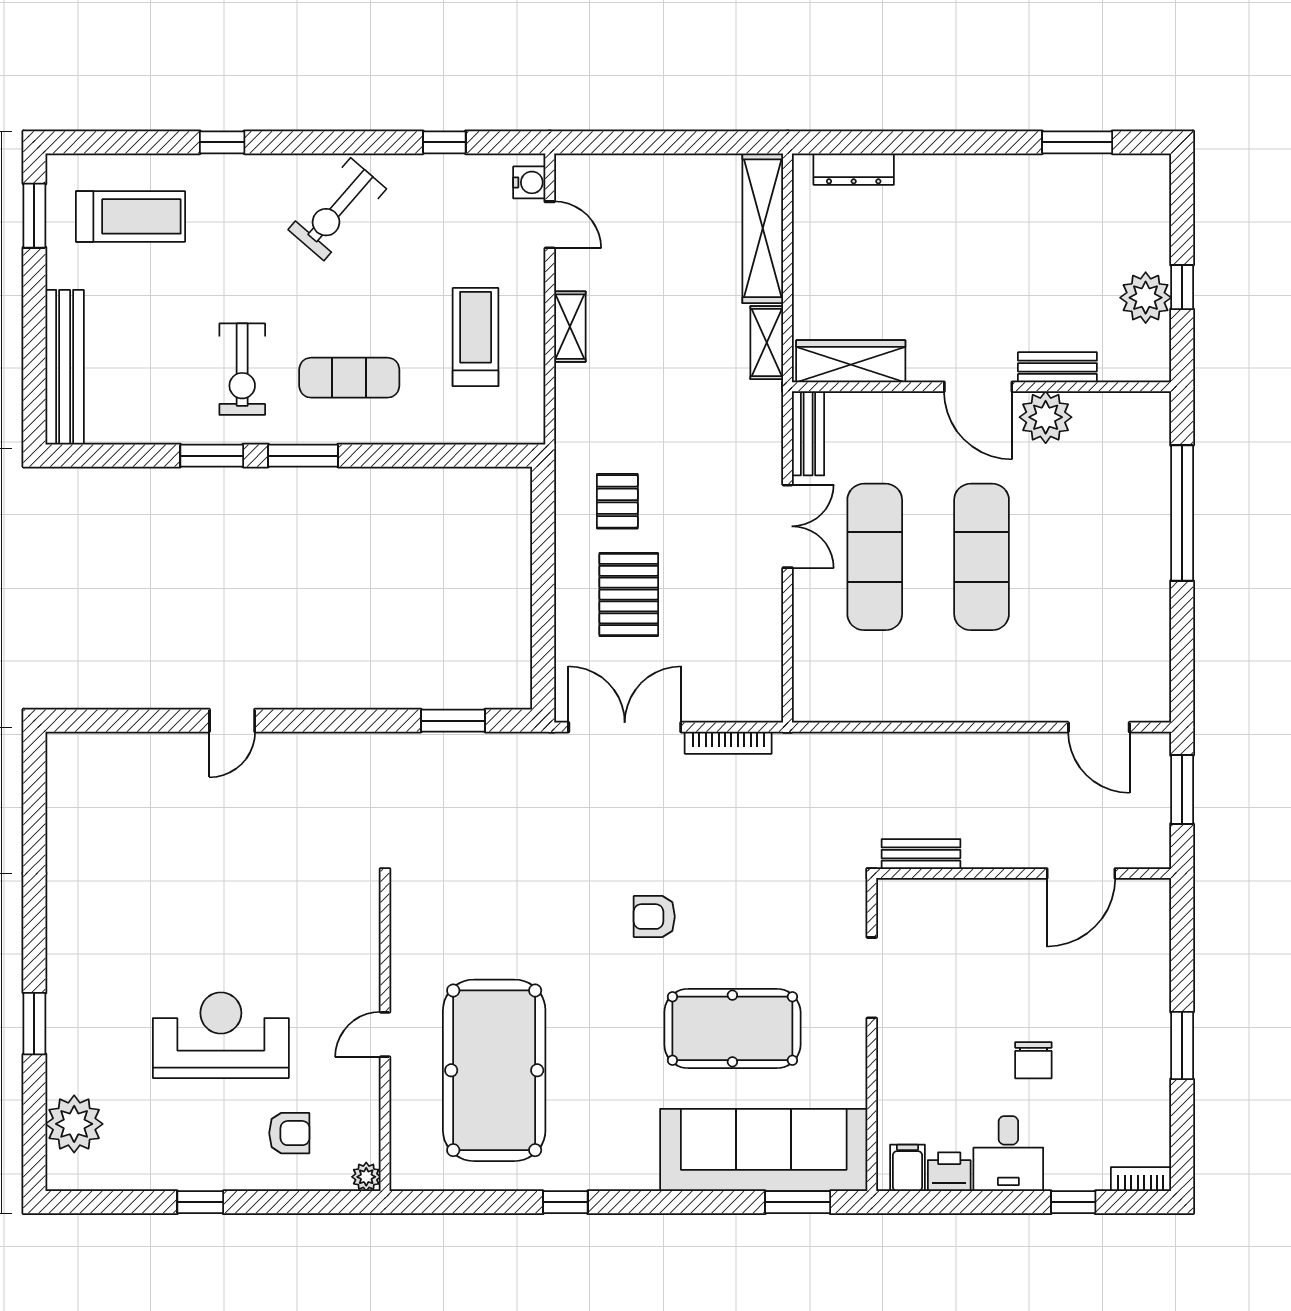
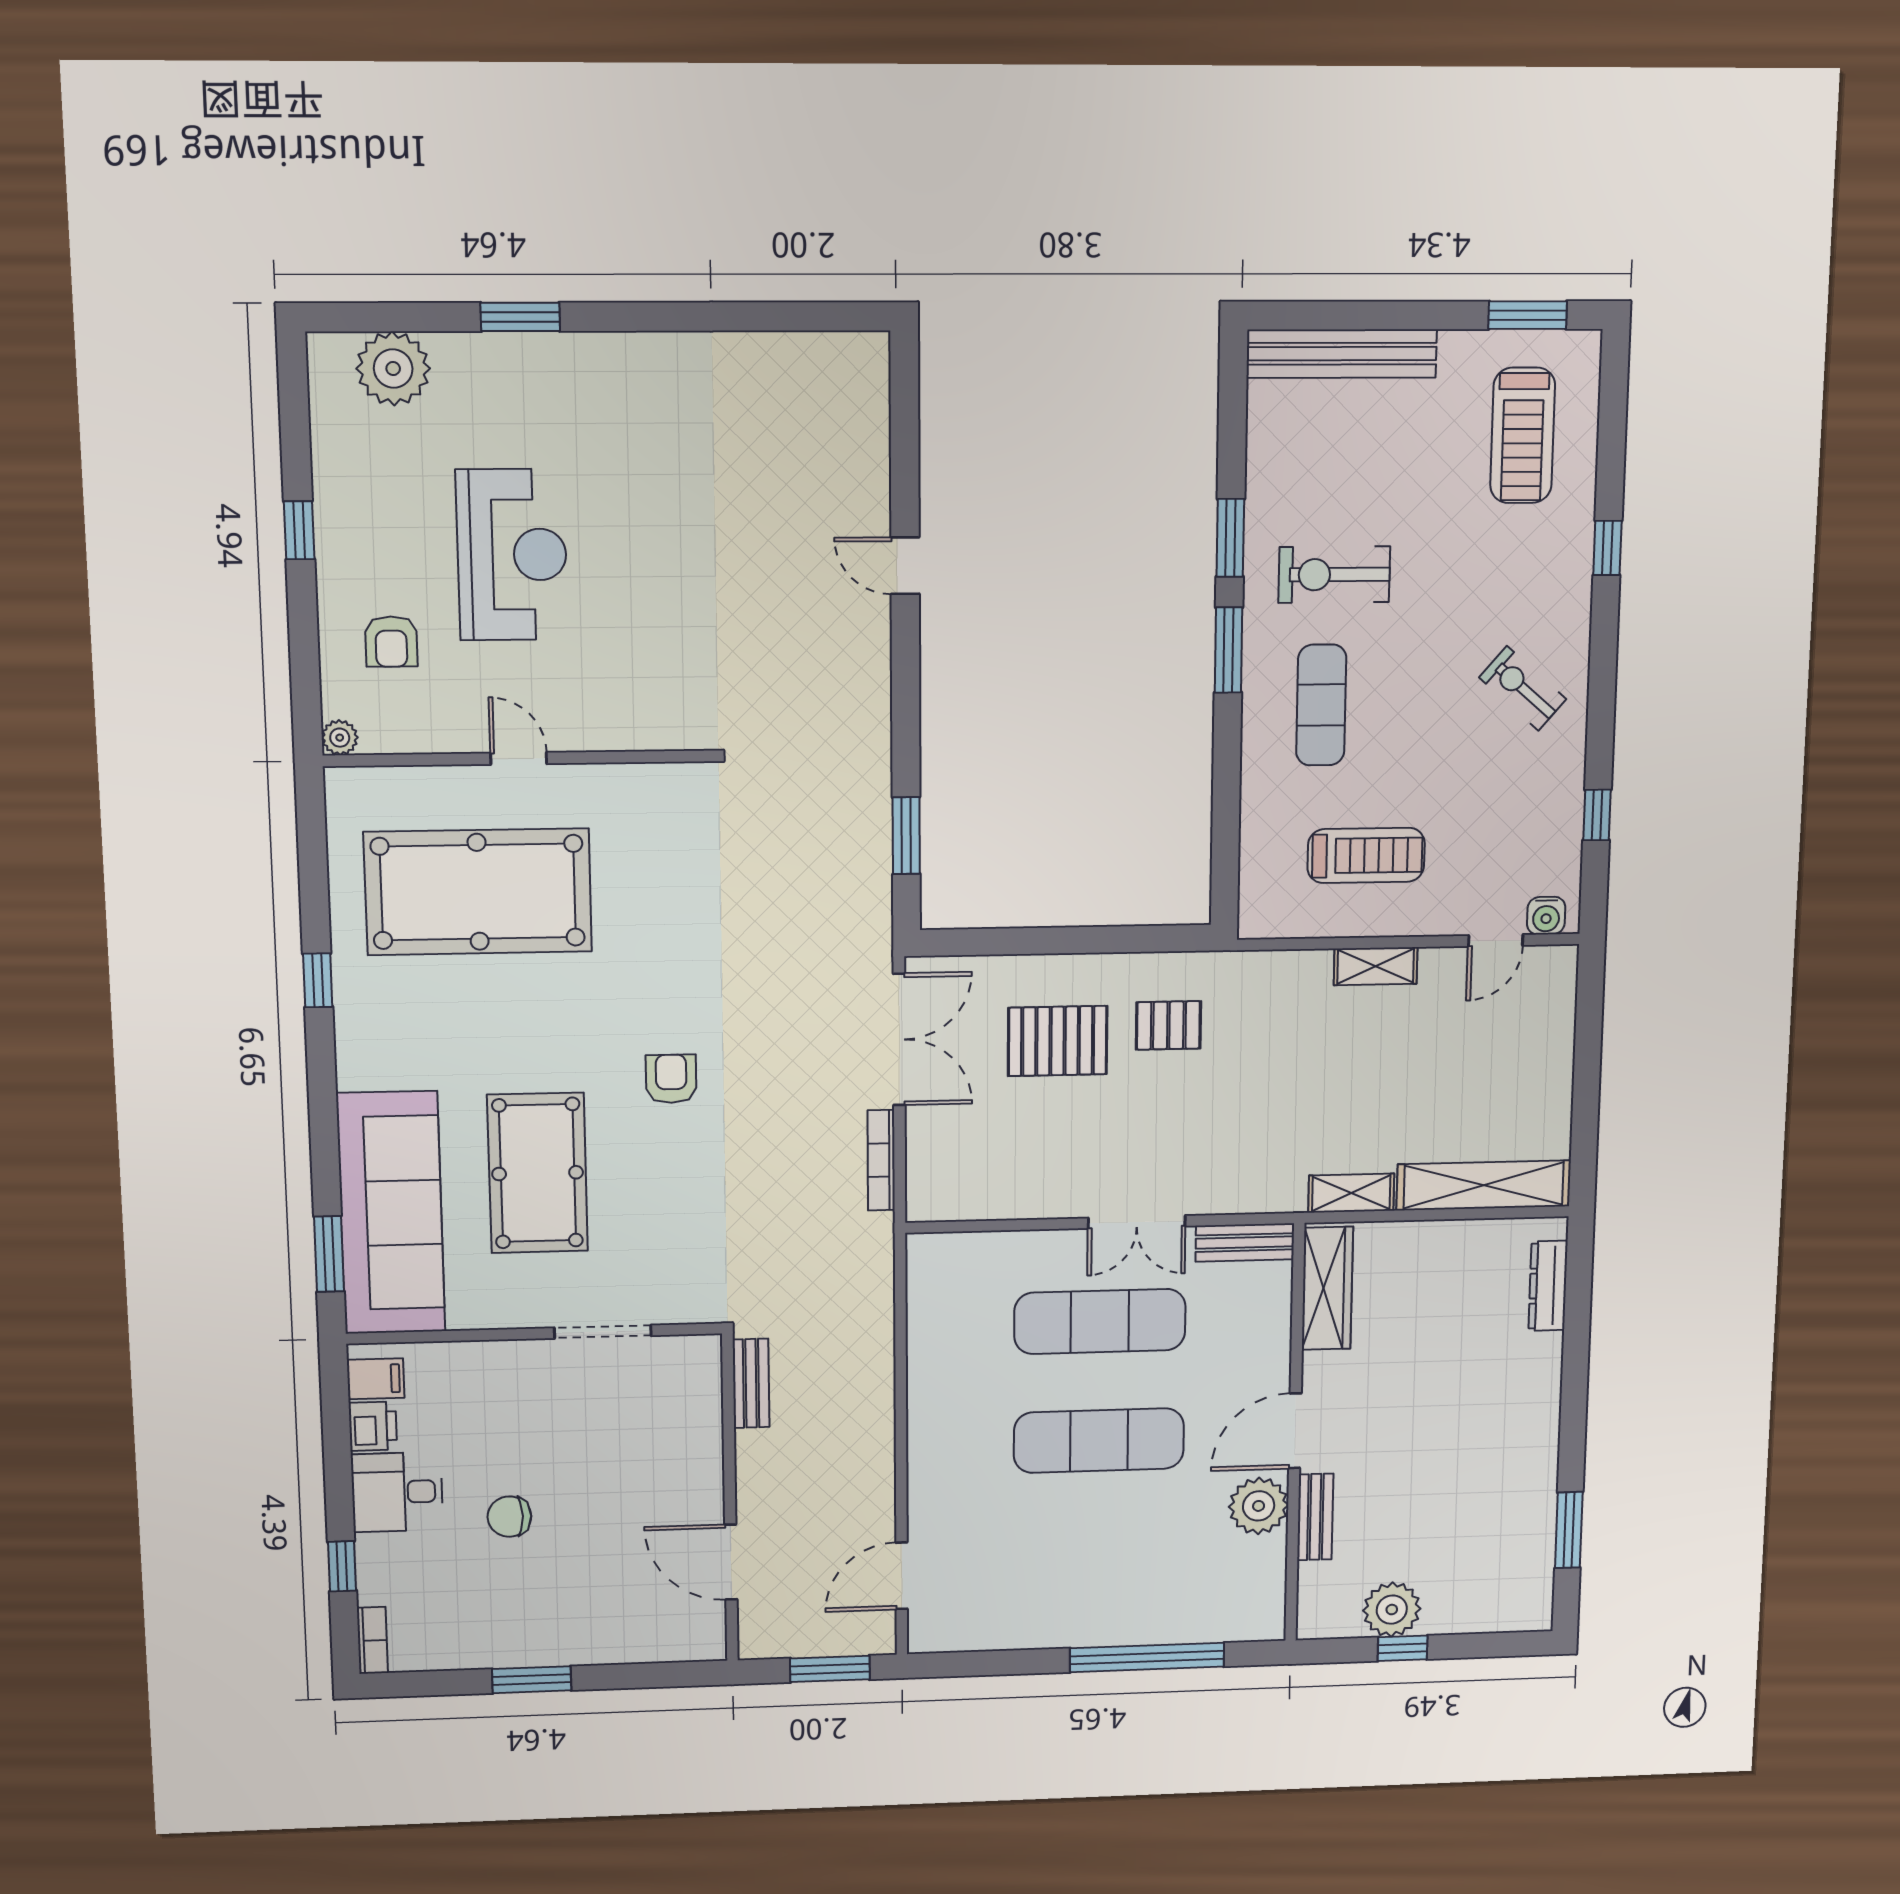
exercise bike: (337, 209) -> (1523, 688), width x0.73, depth x0.72

